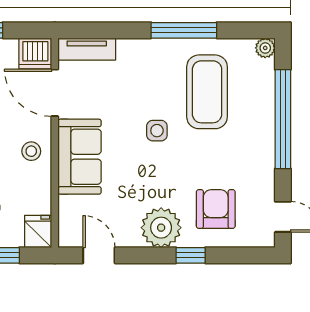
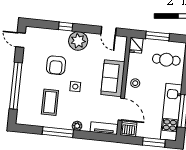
plant: (265, 48) -> (77, 126), moved
coffee table: (207, 92) -> (50, 102), width x0.73, depth x0.76
armchair: (216, 209) -> (56, 65), moved

